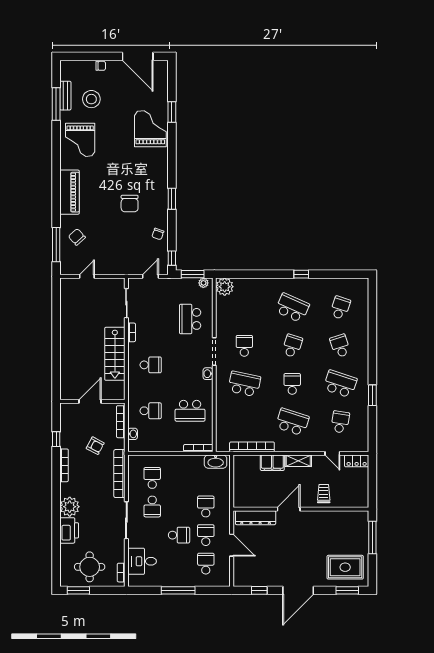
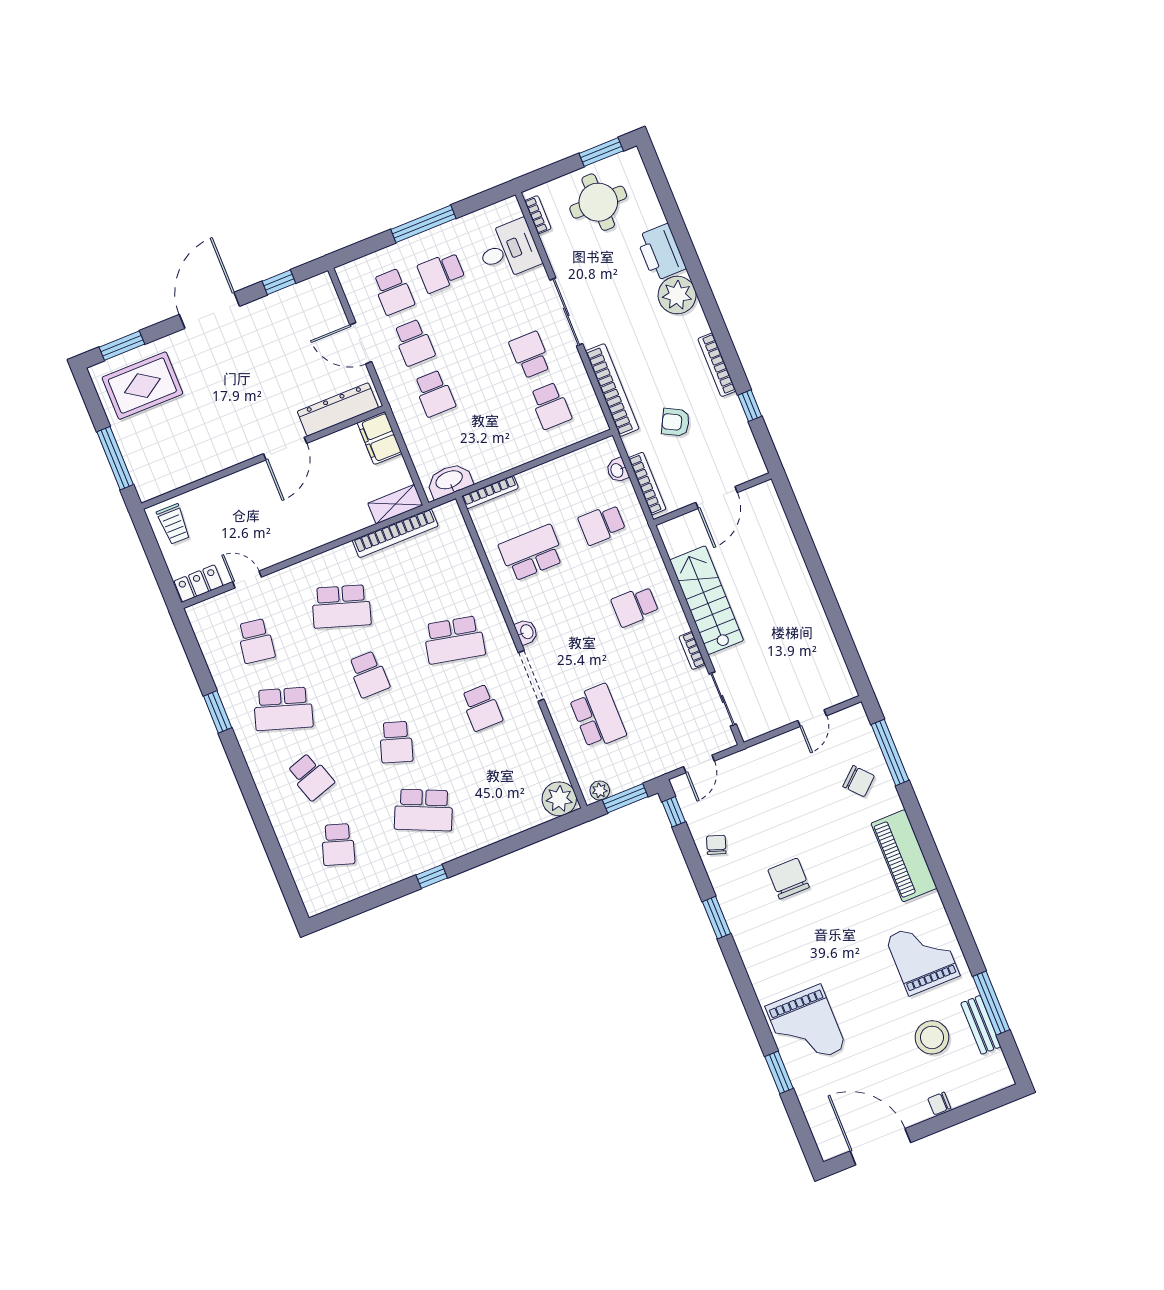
shelving: (298, 461) -> (395, 504), moved
filing cabinet: (272, 463) -> (380, 438), moved, turned -90
trolley: (324, 494) -> (174, 524), moved
school desk: (179, 535) -> (441, 272), moved

